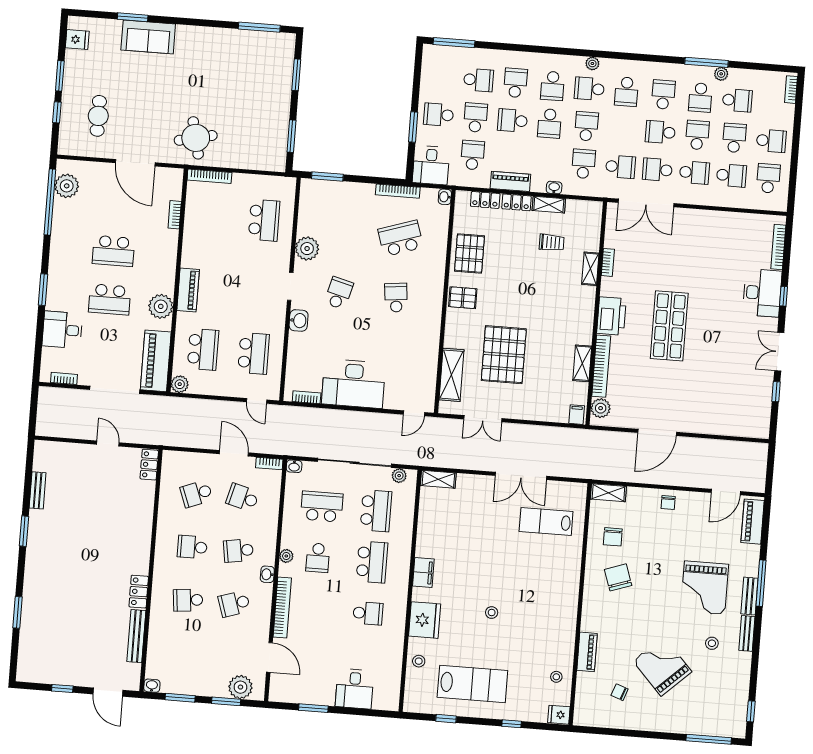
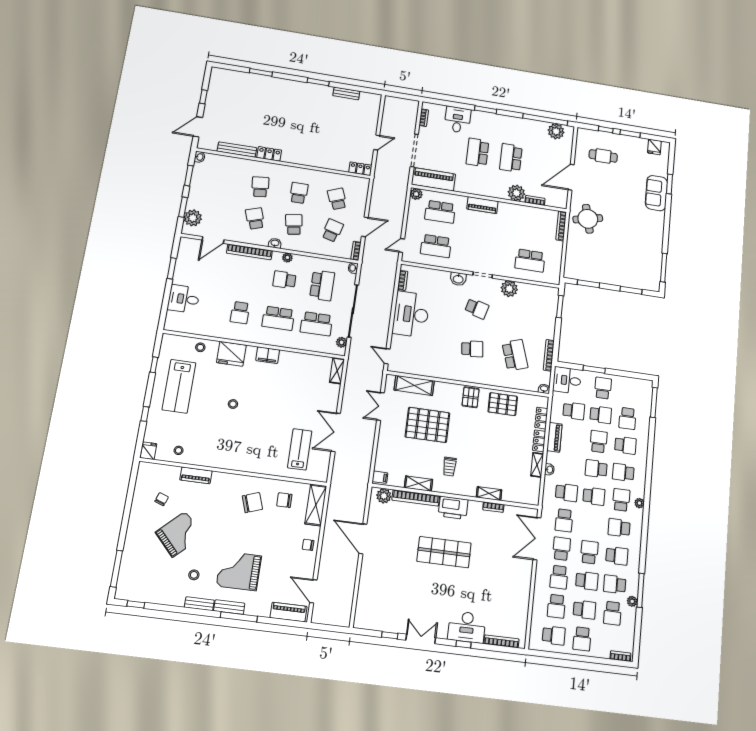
trolley: (552, 242) -> (449, 467), moved
plant: (161, 306) -> (516, 193), moved
shelving: (608, 493) -> (316, 505), width x1.50, depth x1.33

